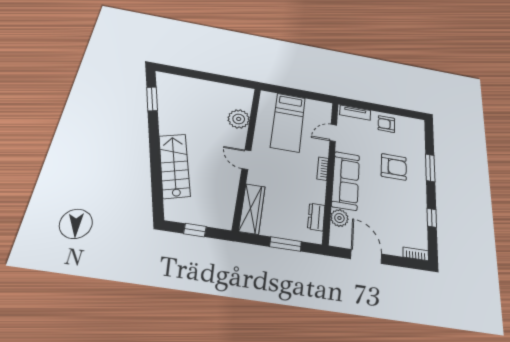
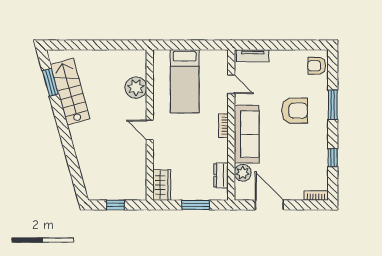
armchair: (386, 124) -> (317, 66), moved
door: (333, 133) -> (231, 84), swing flipped
stairs: (174, 166) -> (70, 92), moved
wardrobe: (252, 209) -> (162, 185), width x0.67

